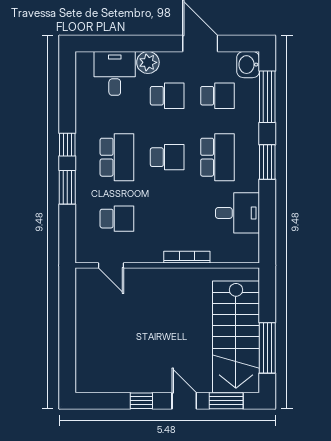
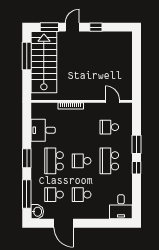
plant: (148, 62) -> (92, 213), removed
desk: (115, 73) -> (121, 207), moved
door: (184, 401) -> (72, 27), swing flipped

